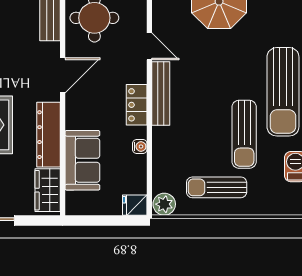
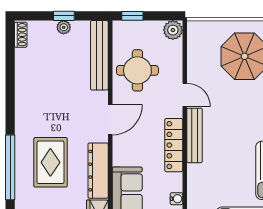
locker: (137, 105) -> (174, 145), width x1.53
water cooler: (140, 146) -> (176, 199), moved

